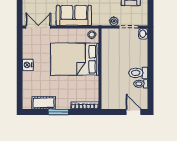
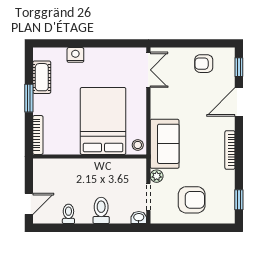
sofa: (74, 15) -> (165, 144), moved
nightstand: (28, 65) -> (75, 55), moved
toilet: (138, 73) -> (101, 210), moved

